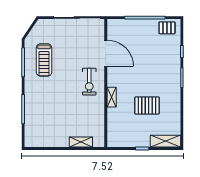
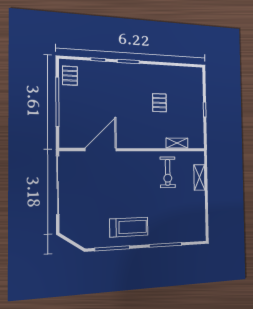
treadmill: (44, 60) -> (129, 227), moved
exercise bike: (89, 82) -> (168, 172), moved, turned 90
shelving: (112, 97) -> (177, 143), moved
pallet: (147, 106) -> (159, 103), width x0.67, depth x0.71
shelving: (166, 141) -> (197, 84), removed

